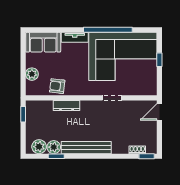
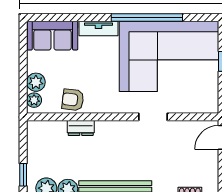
plant: (31, 86) -> (34, 100), added
dresser: (67, 105) -> (81, 128), width x0.70
window: (23, 114) -> (23, 175), moved

